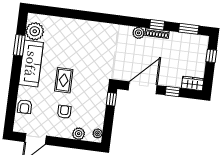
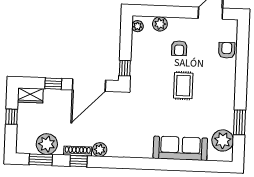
plant: (182, 41) -> (47, 144), added
window: (211, 56) -> (12, 117), moved
sofa: (31, 64) -> (180, 148), moved, turned 90

